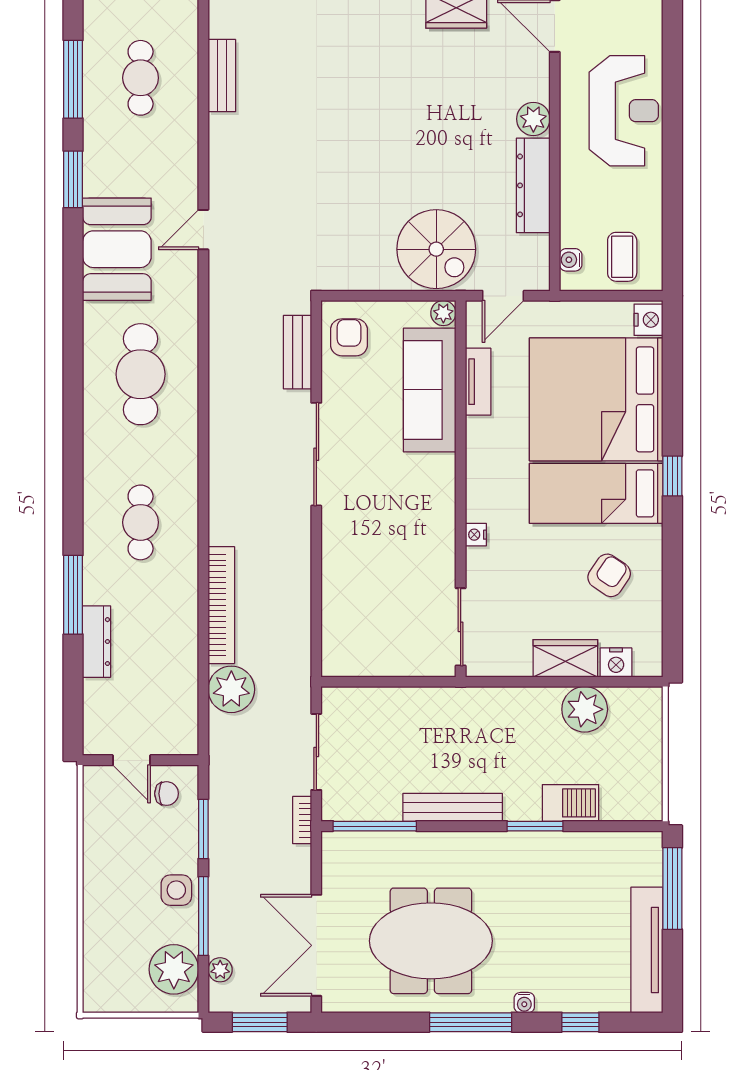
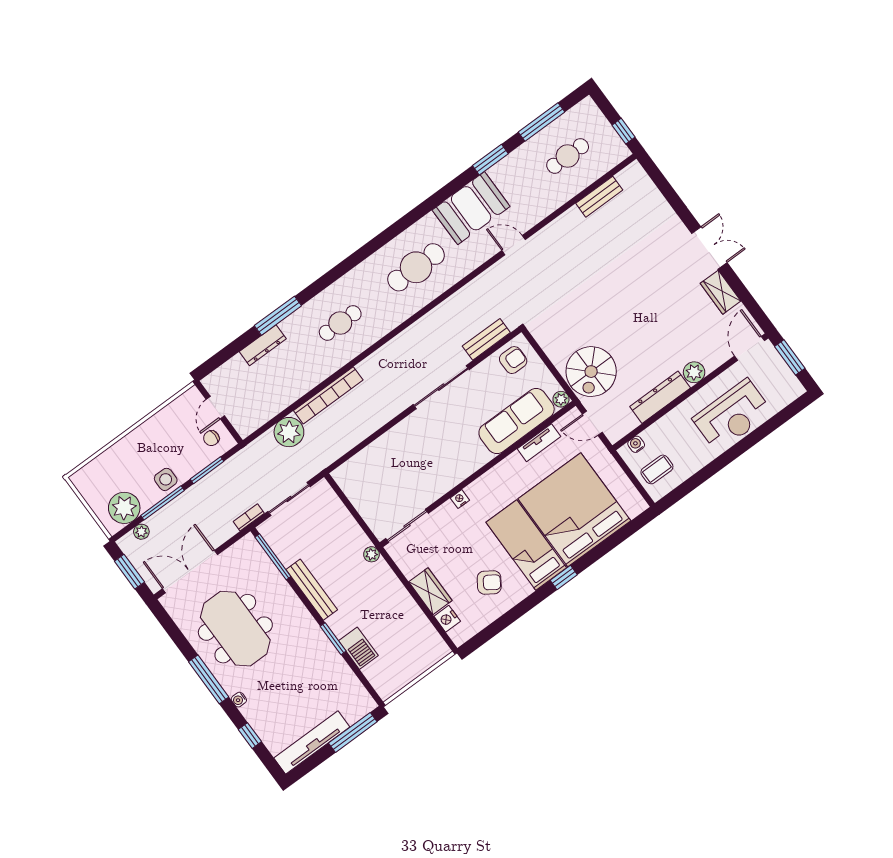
nightstand: (649, 320) -> (635, 507), removed
plant: (585, 709) -> (371, 554), moved, width x0.53, depth x0.53
chair: (167, 794) -> (211, 438), turned 90

